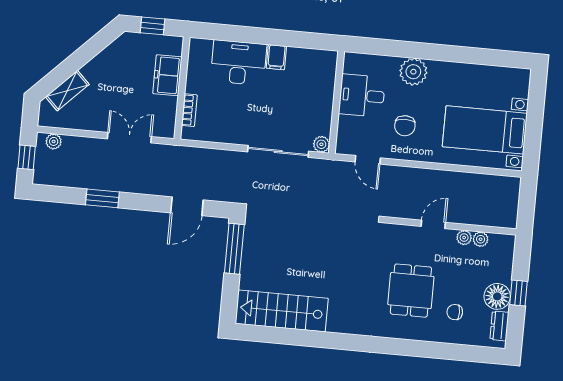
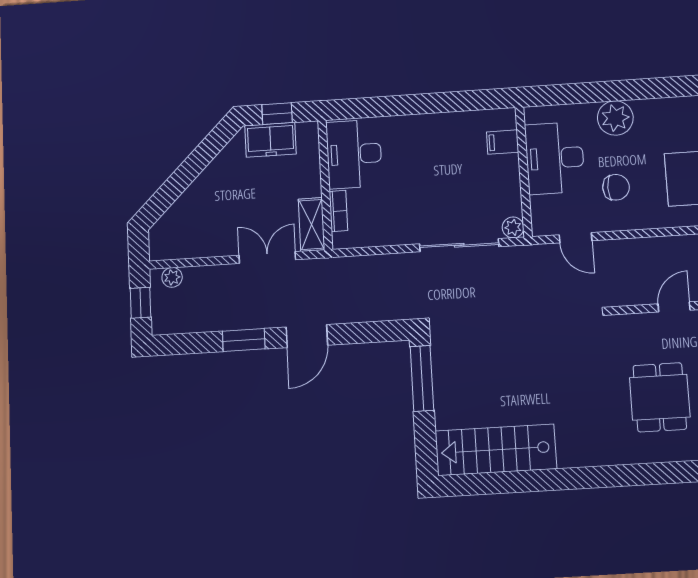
filing cabinet: (276, 57) -> (503, 142), moved, turned 90
desk: (239, 63) -> (354, 154), moved, turned -90
freezer: (167, 75) -> (271, 140), moved, turned -90
shelving: (67, 91) -> (311, 224), moved, turned -45
desk: (362, 96) -> (555, 158), width x1.37
chair: (405, 126) -> (616, 187), turned -90
door: (187, 206) -> (307, 336), moved

